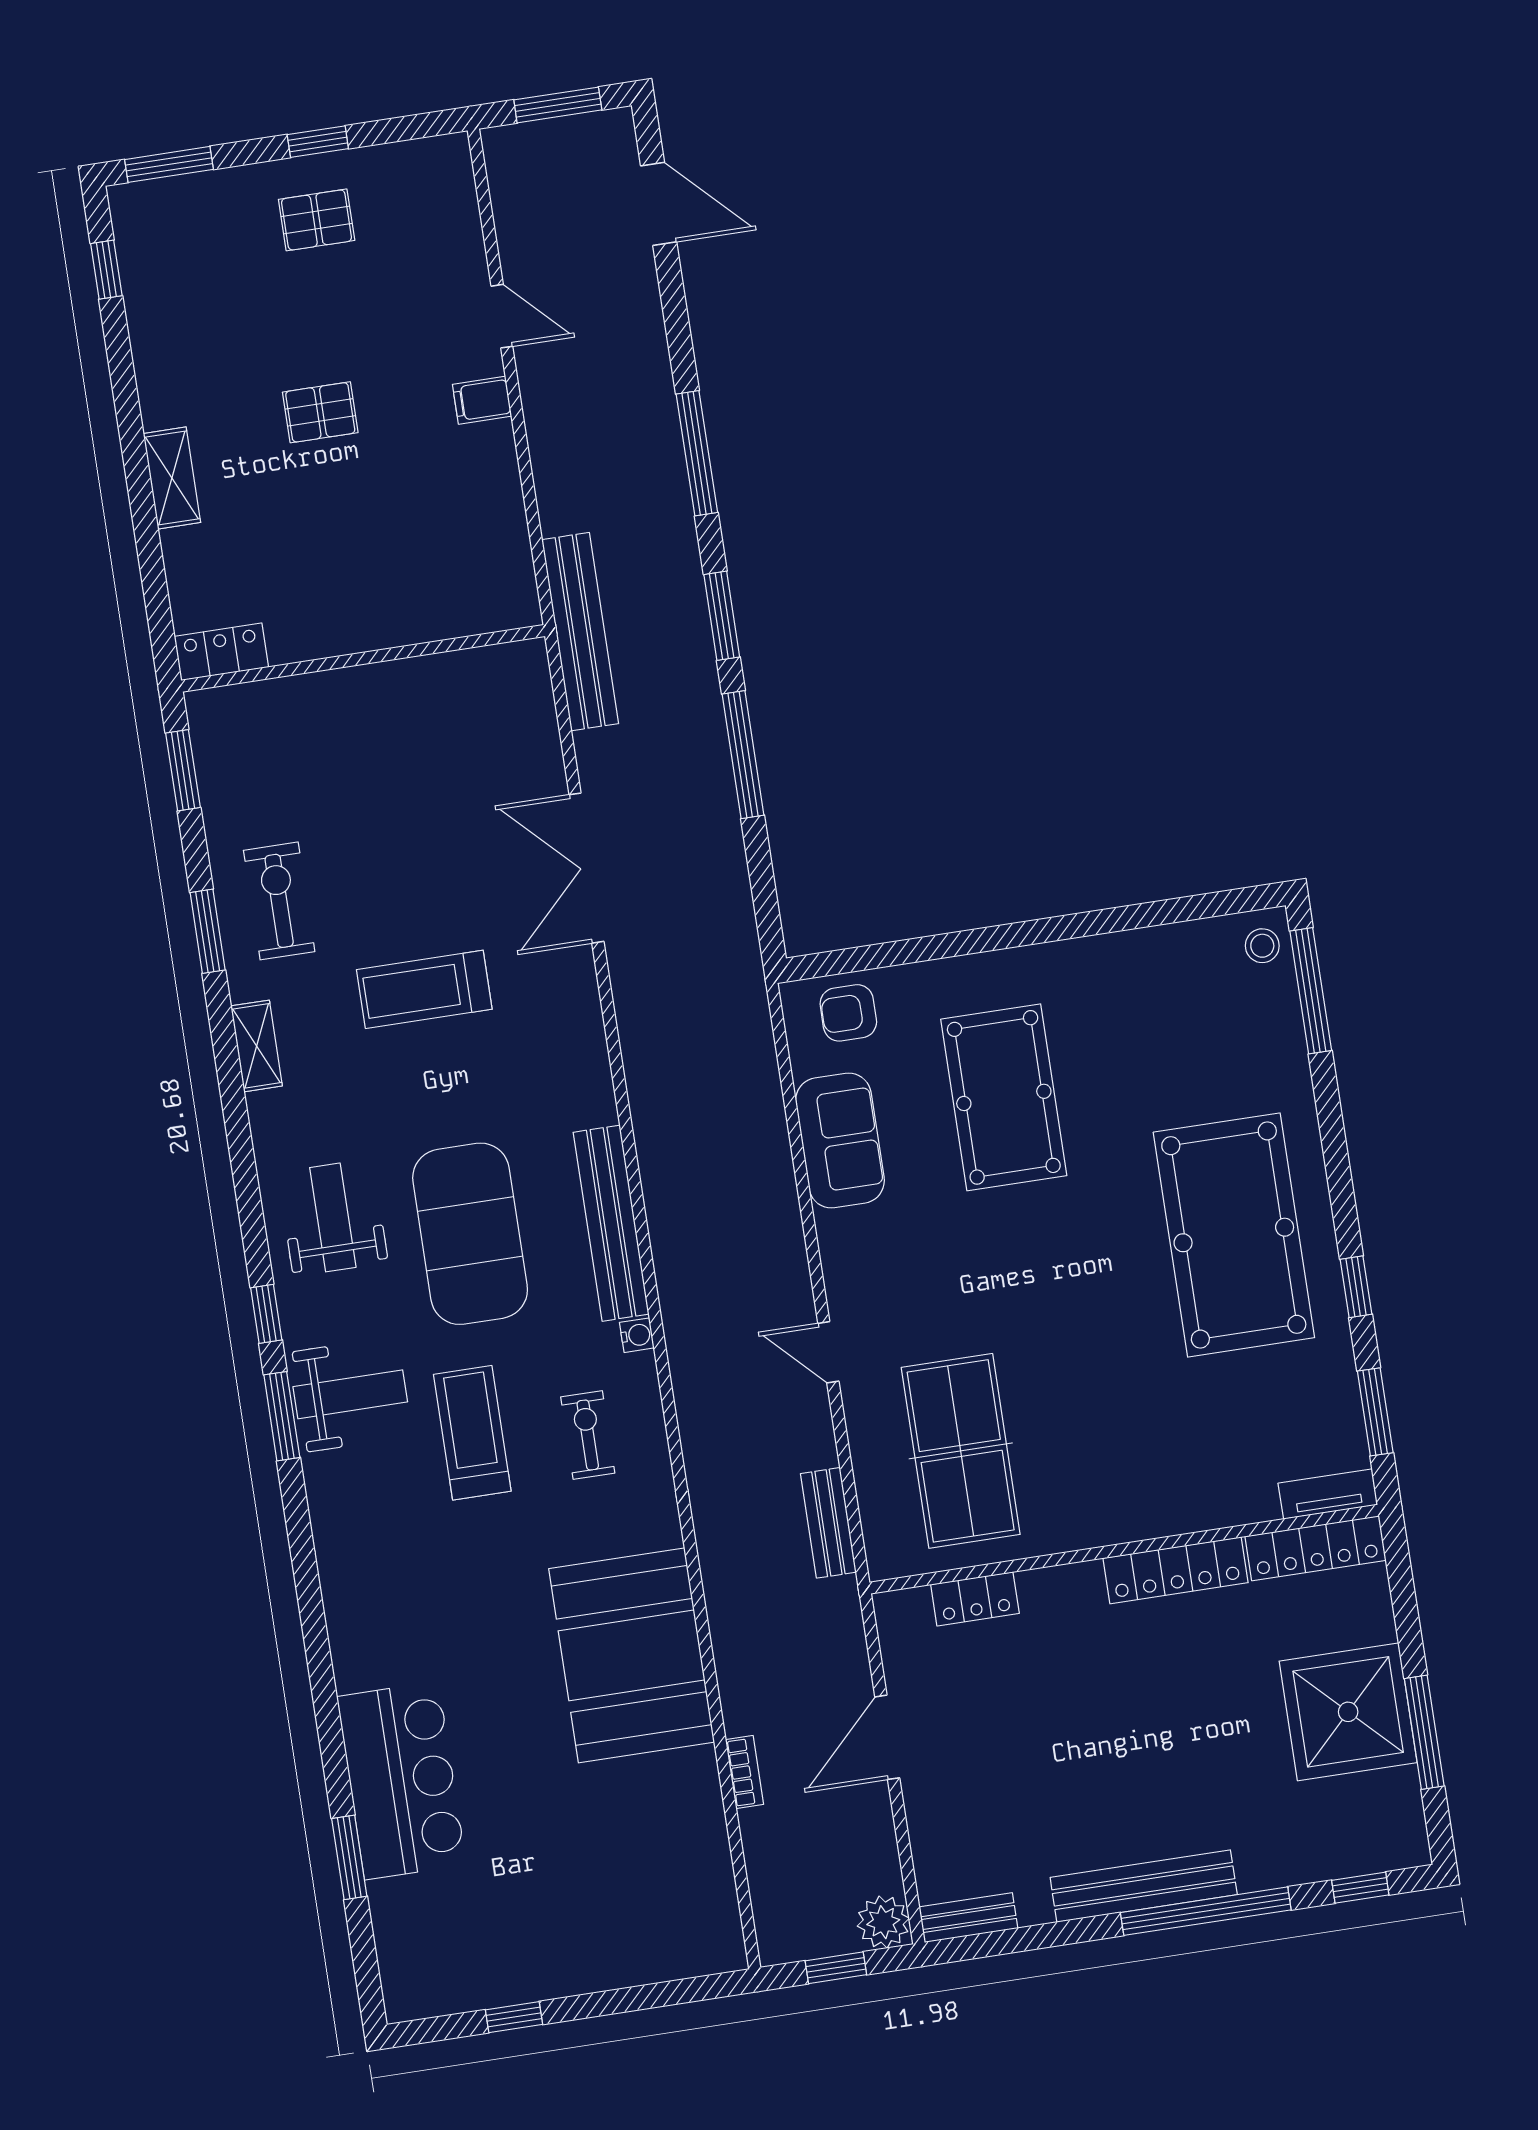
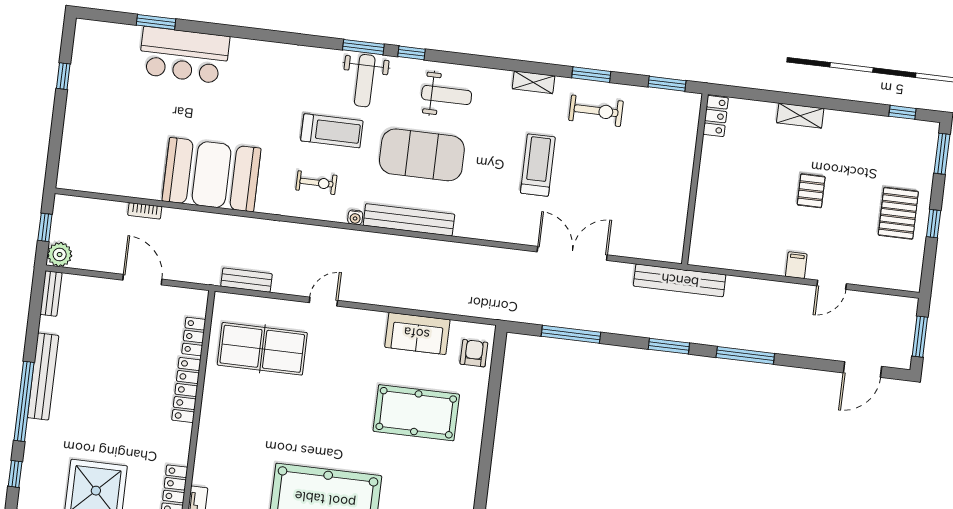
pallet: (317, 220) -> (898, 213), width x1.50, depth x1.42
window: (743, 755) -> (571, 334), moved
locker: (1176, 1570) -> (186, 390), moved

